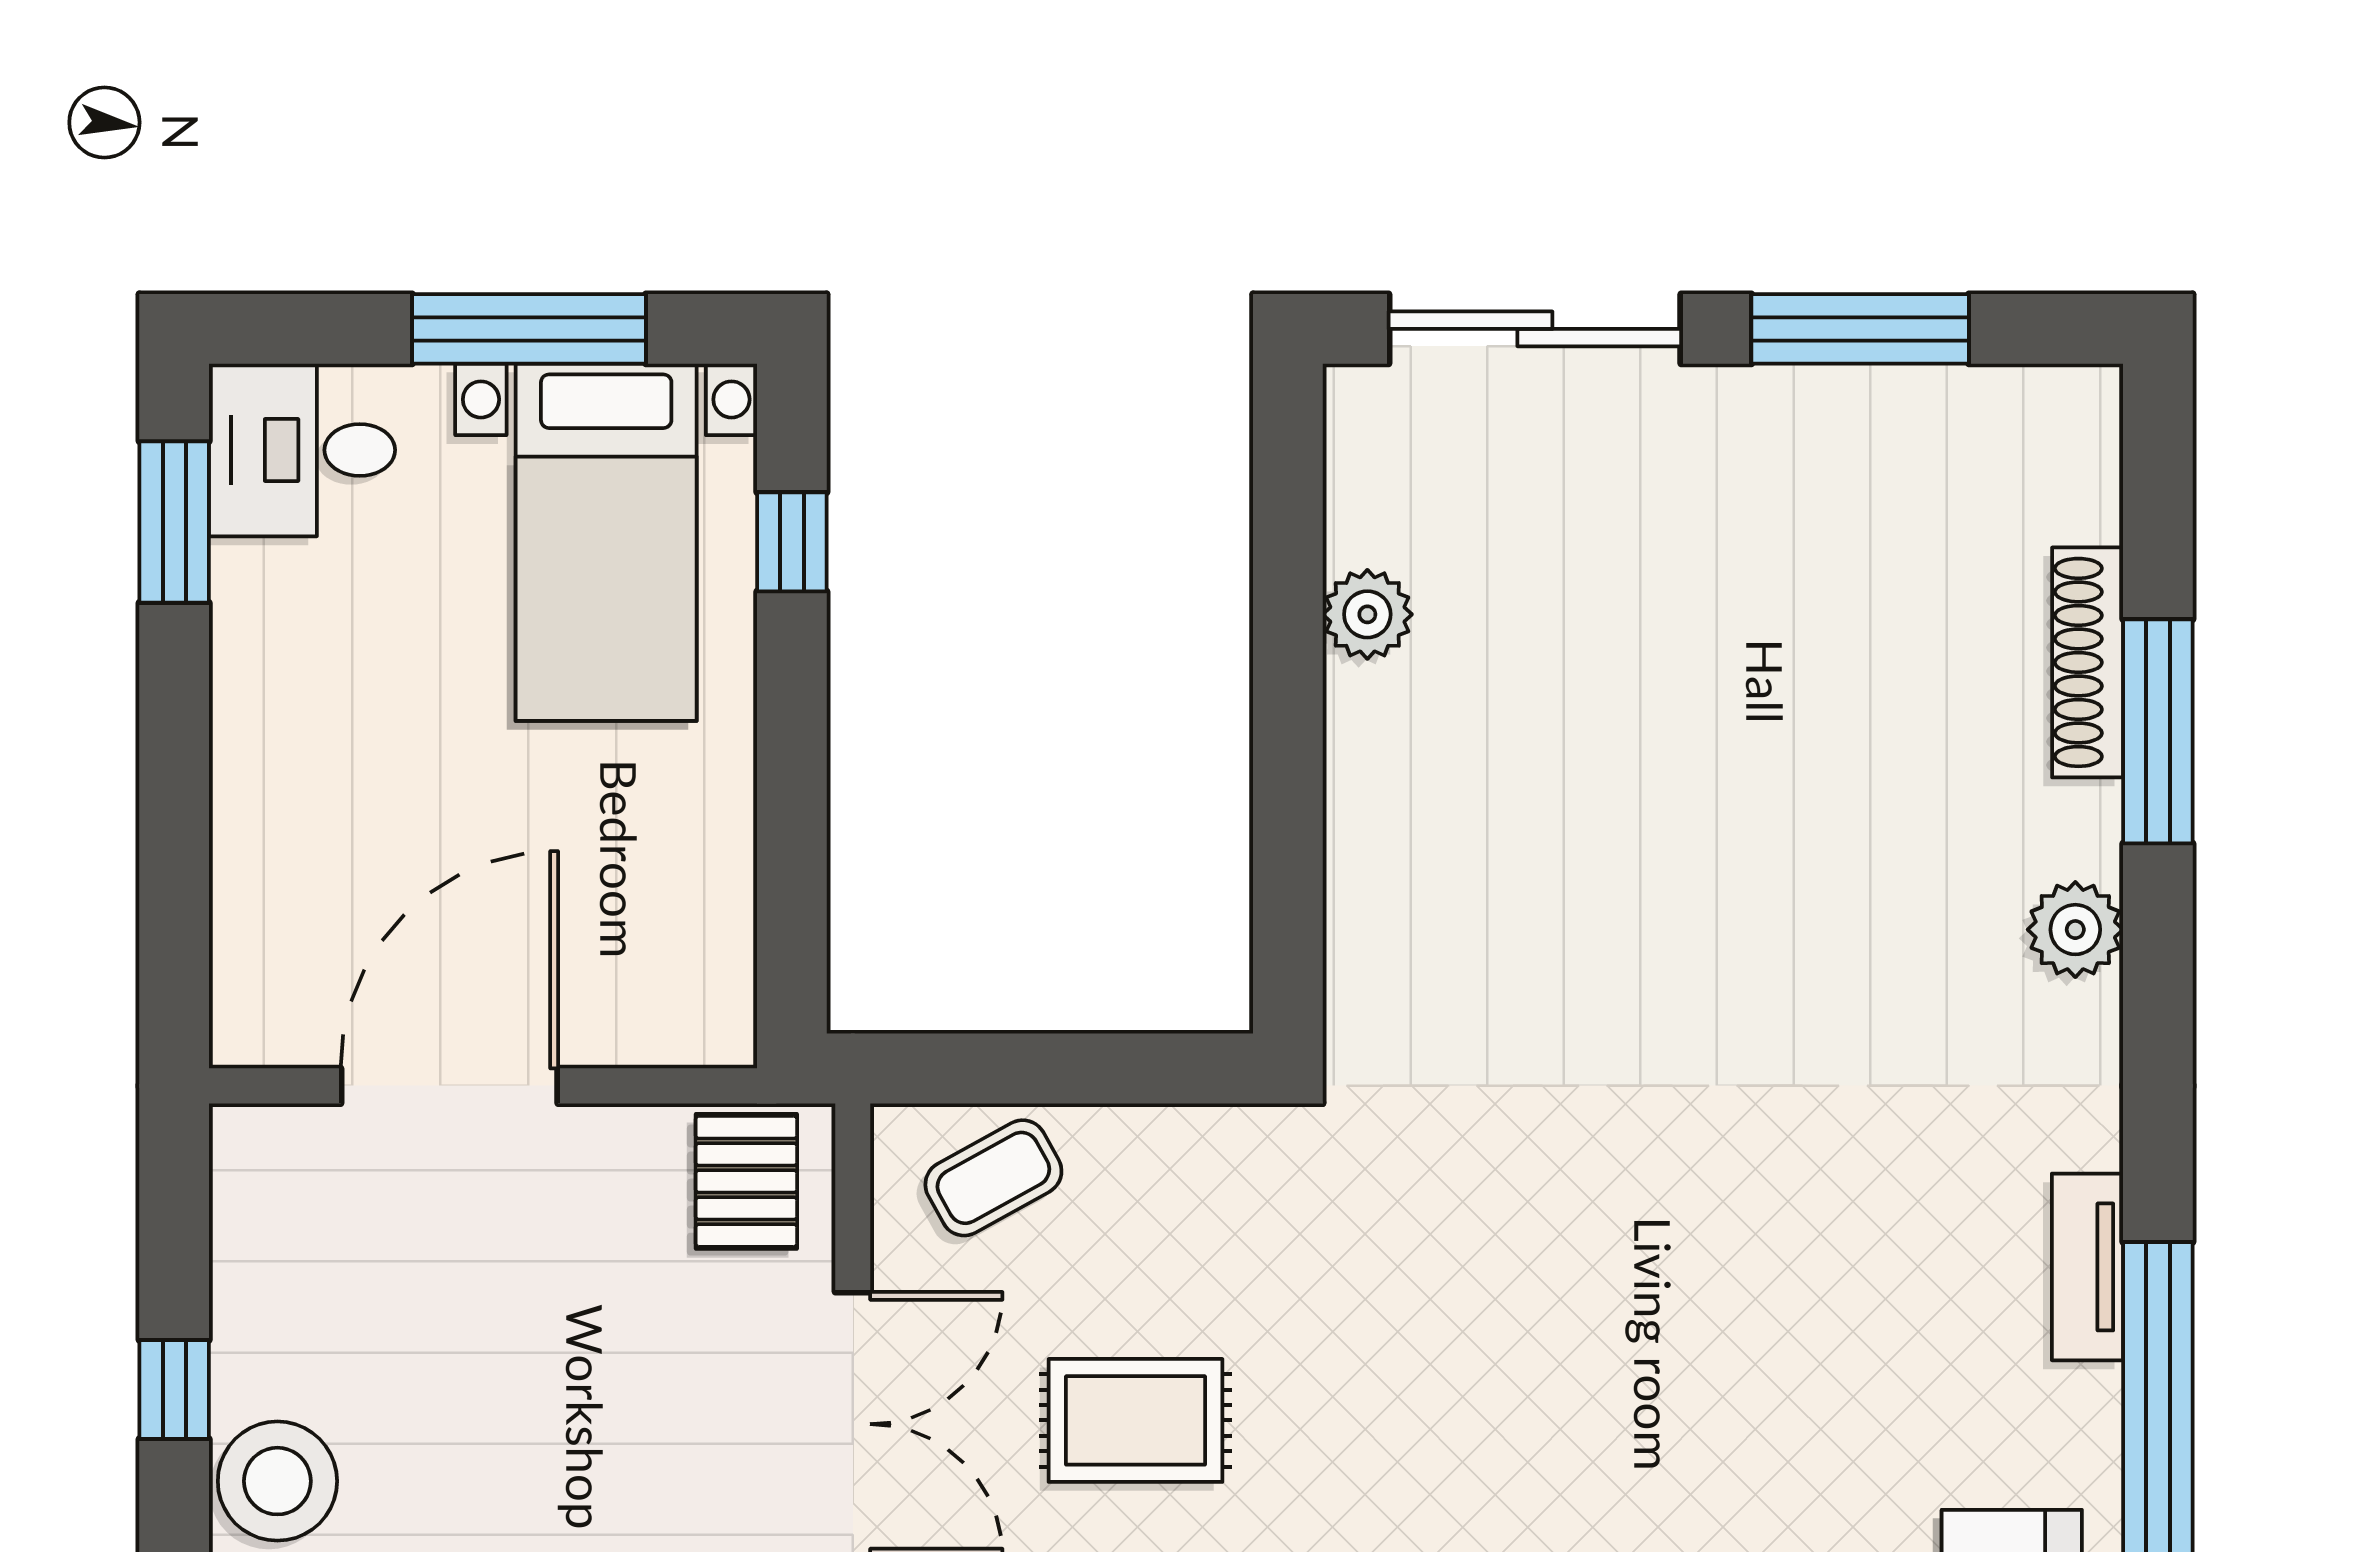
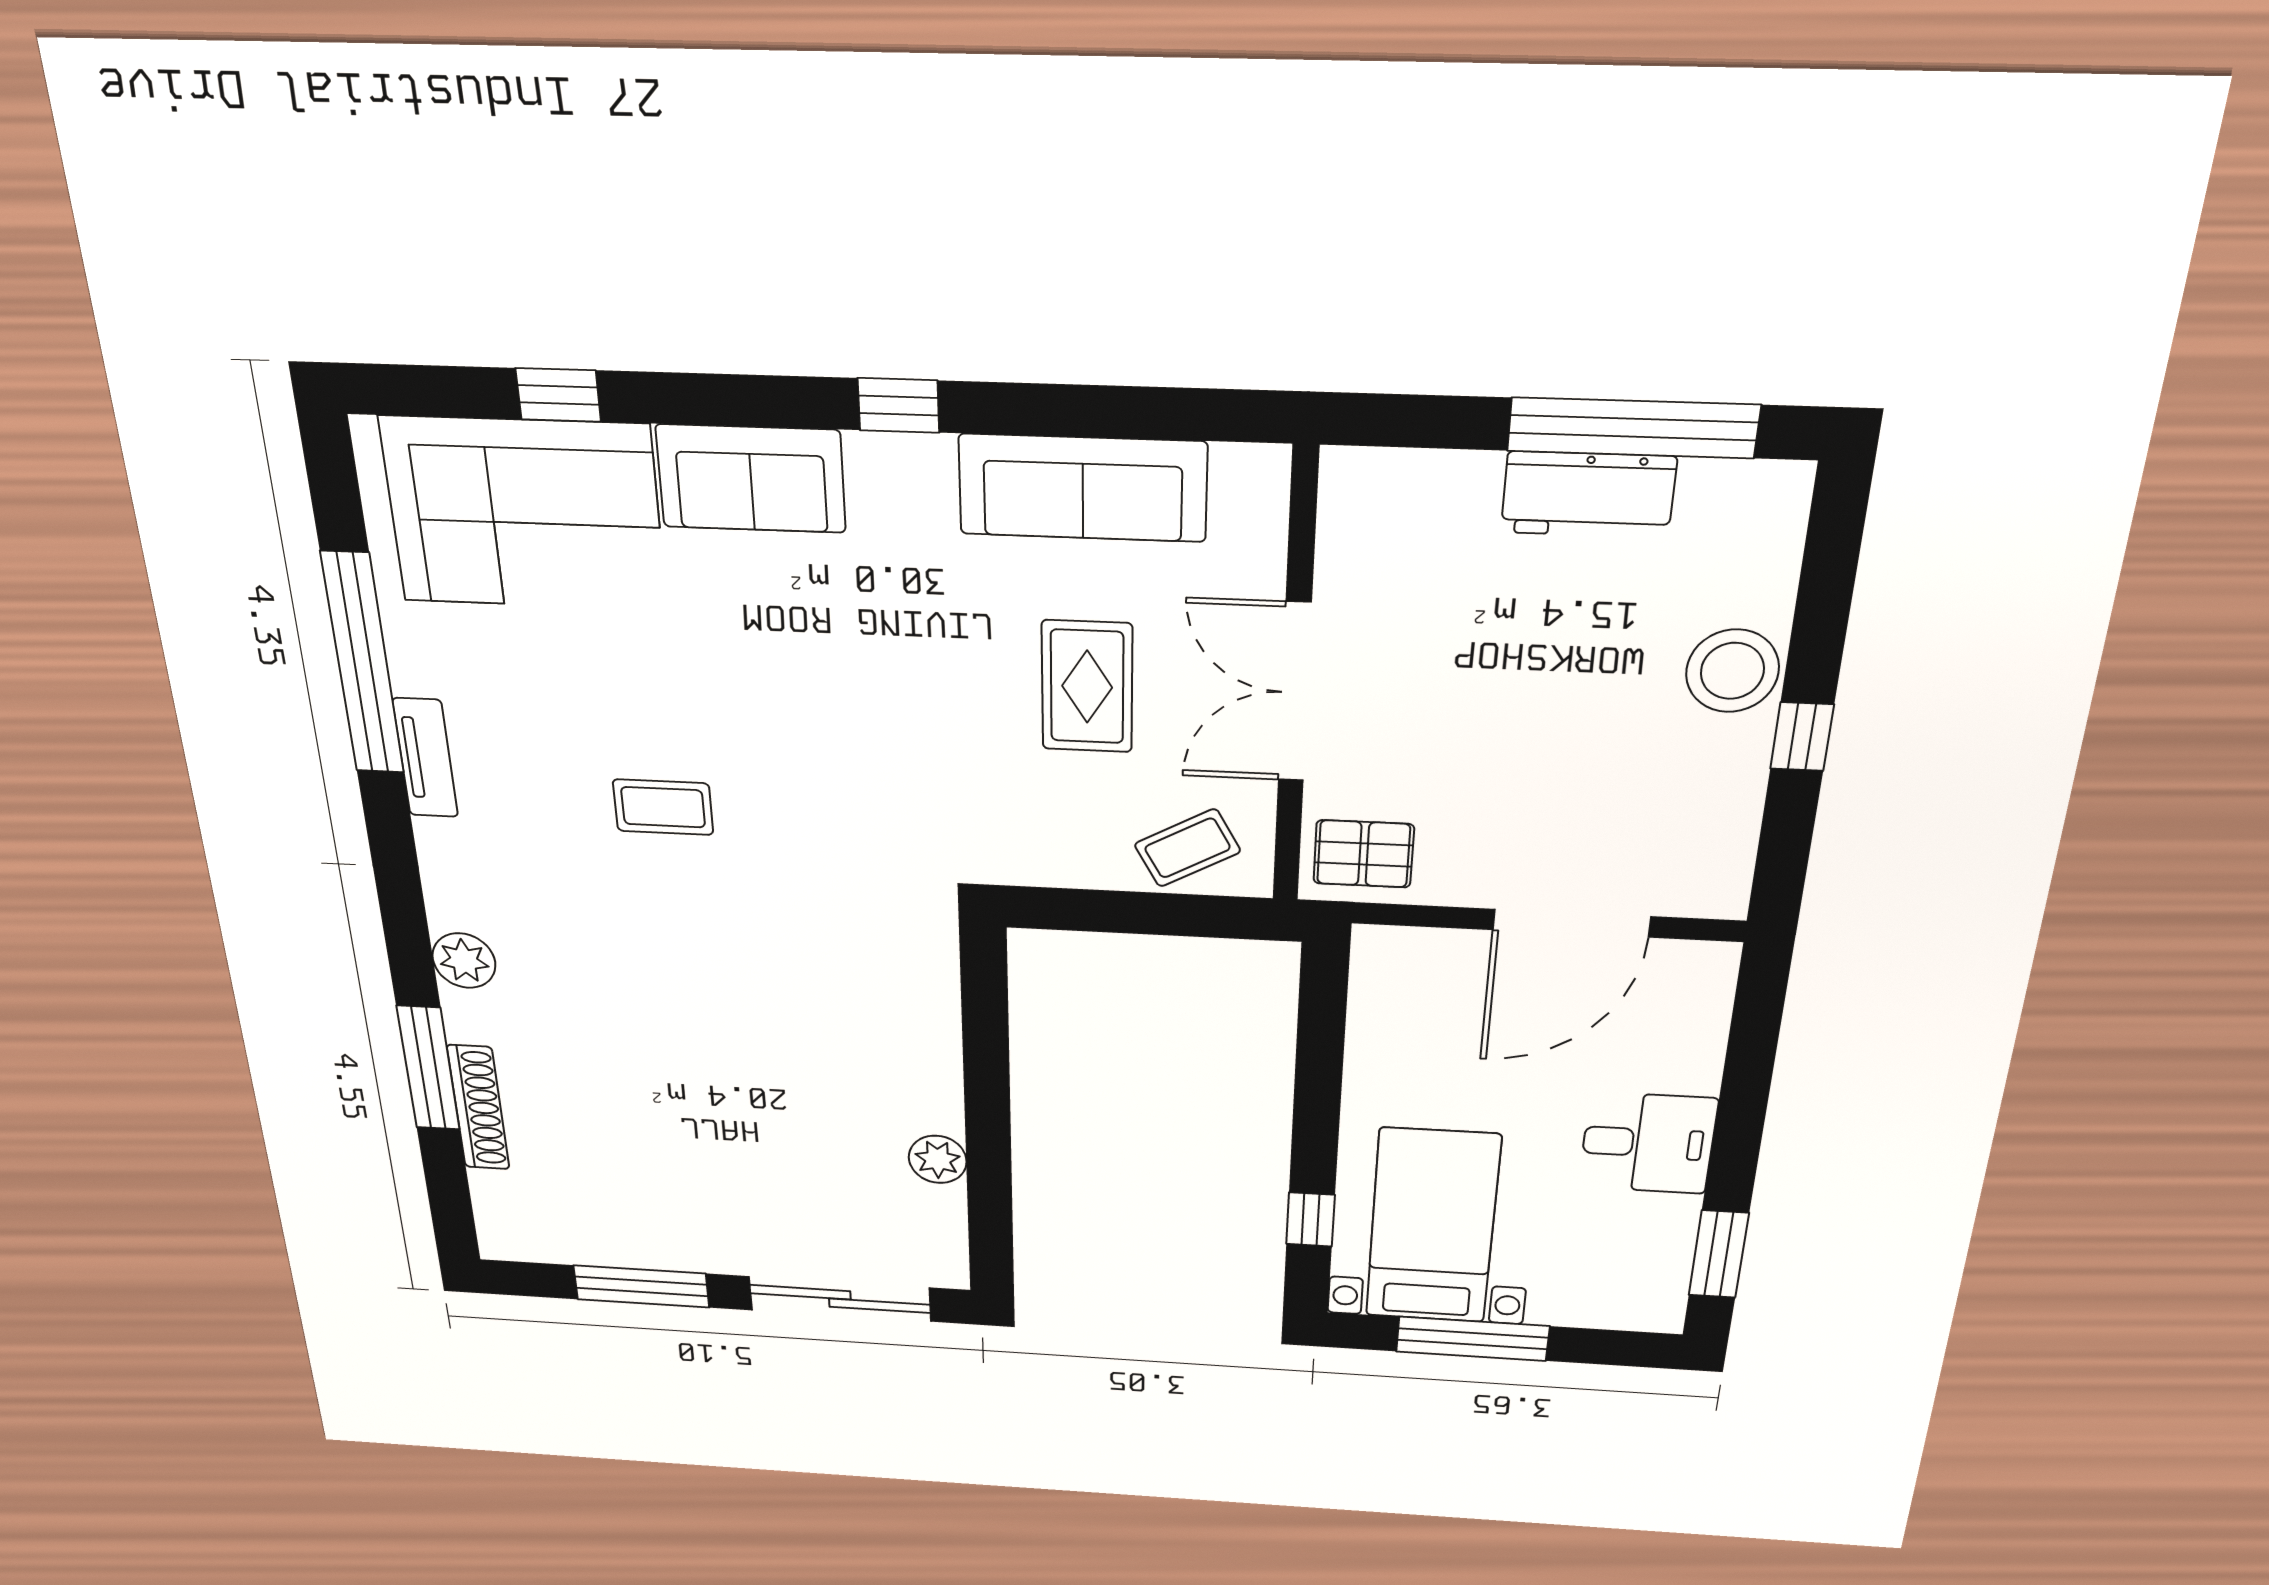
desk: (302, 450) -> (1648, 1143), moved
pallet: (746, 1181) -> (1364, 854), turned 90
coffee table: (1746, 1205) -> (663, 807), added
rug: (1136, 1420) -> (1087, 687), turned 90

